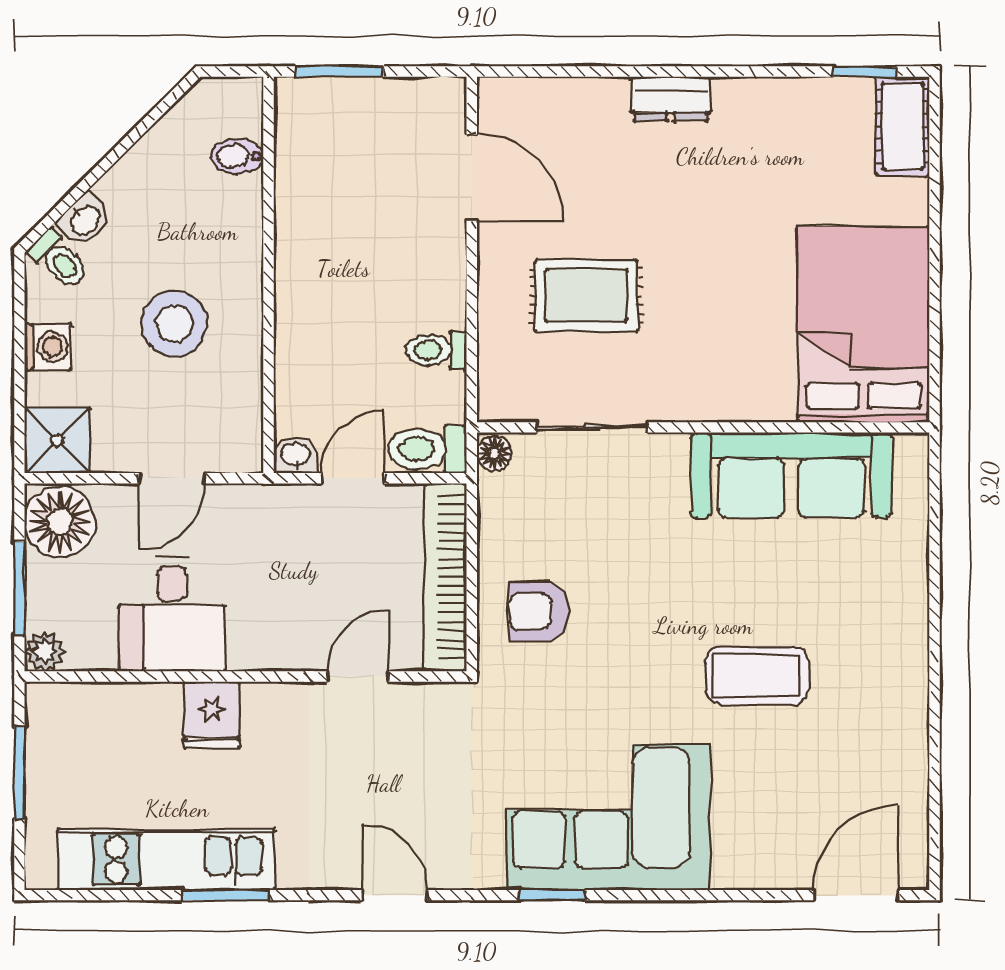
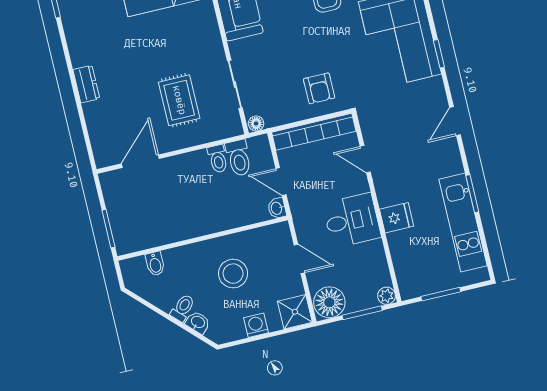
toilet: (59, 260) -> (183, 308), moved
toilet: (427, 449) -> (239, 158), moved
desk: (172, 614) -> (352, 220), moved

